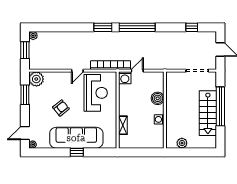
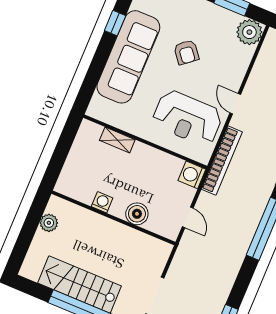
door: (137, 71) -> (188, 217), moved
window: (77, 152) -> (115, 23), moved

